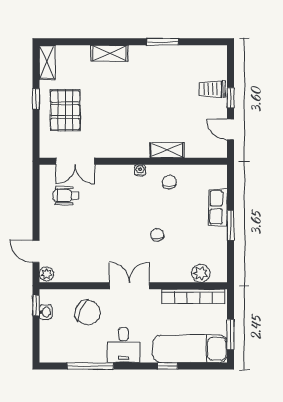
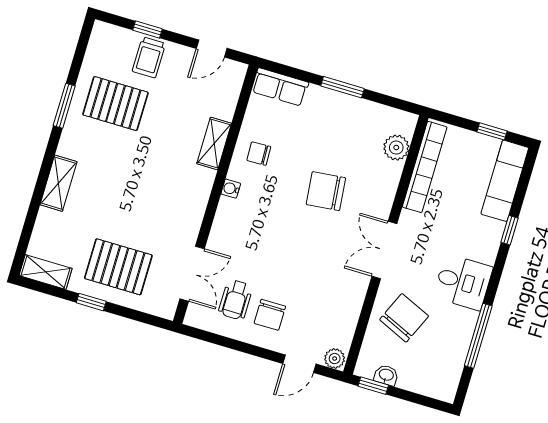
pallet: (174, 76) -> (115, 104), added
window: (231, 98) -> (147, 29), moved
row of seats: (218, 207) -> (280, 87), moved
chair: (63, 222) -> (270, 315), added
chair: (157, 235) -> (326, 191), width x1.87, depth x1.87
window: (231, 335) -> (492, 131), width x0.67
exam couch: (190, 349) -> (505, 181), width x0.73, depth x0.69

